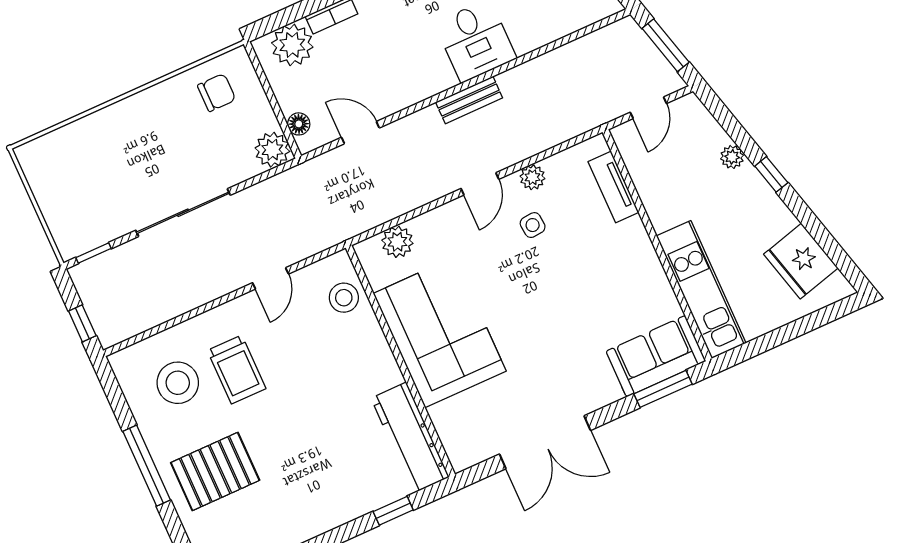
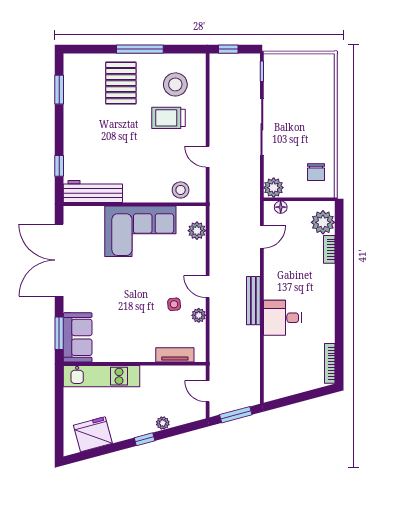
bench: (469, 100) -> (253, 301), width x1.36
double door: (545, 442) -> (59, 260), width x1.36

